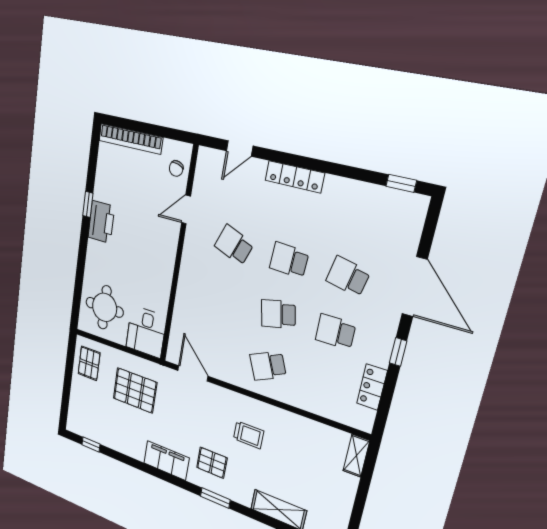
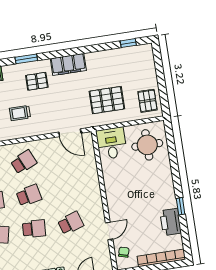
printer: (101, 222) -> (171, 222), moved
school desk: (234, 245) -> (71, 223), turned -39

